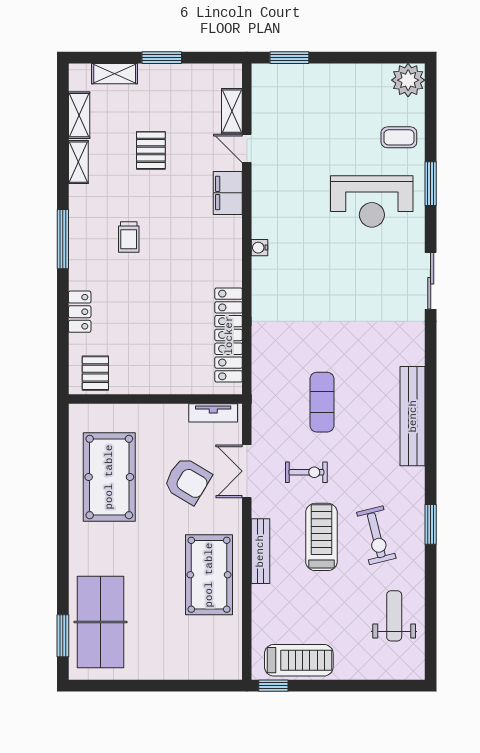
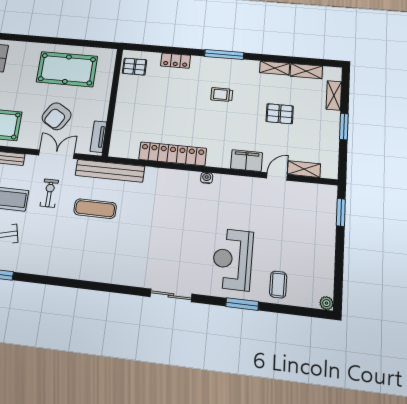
plant: (408, 80) -> (326, 303), width x0.53, depth x0.53
locker: (229, 335) -> (173, 154), moved
bench: (413, 416) -> (110, 171), moved
exercise bike: (306, 472) -> (49, 193), turned 180

